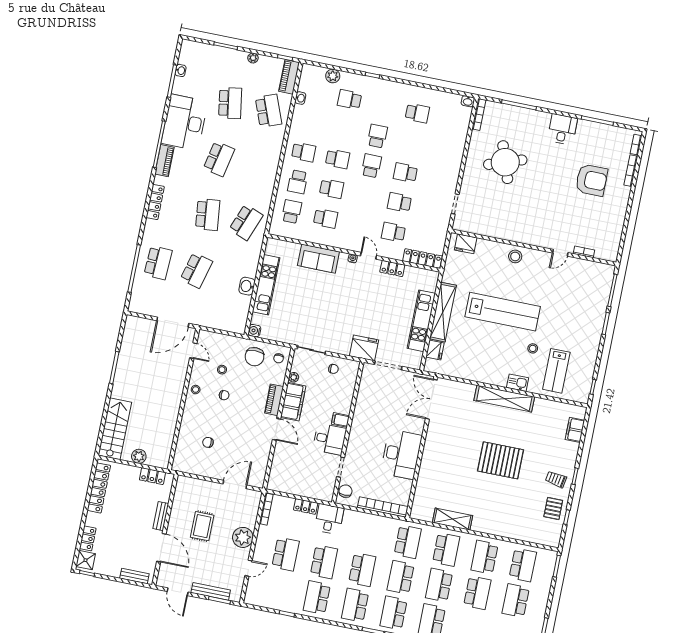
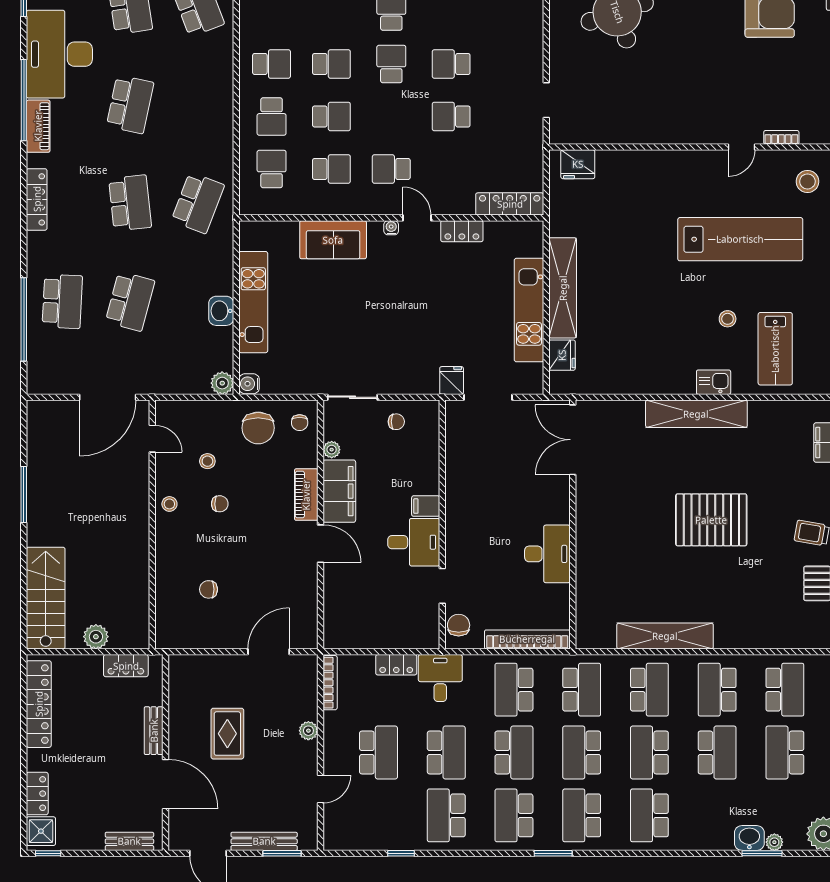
school desk: (393, 232) -> (391, 169), moved
stool: (515, 256) -> (807, 181), moved
lab bench: (503, 312) -> (740, 239), moved
plant: (239, 327) -> (222, 383), added
fridge: (364, 348) -> (452, 381), width x0.53, depth x0.75
desk: (401, 454) -> (547, 554), width x0.73, depth x0.77
shelving: (452, 519) -> (665, 636), width x1.47
school desk: (369, 534) -> (514, 690), added
plant: (243, 537) -> (308, 731), width x0.53, depth x0.53

